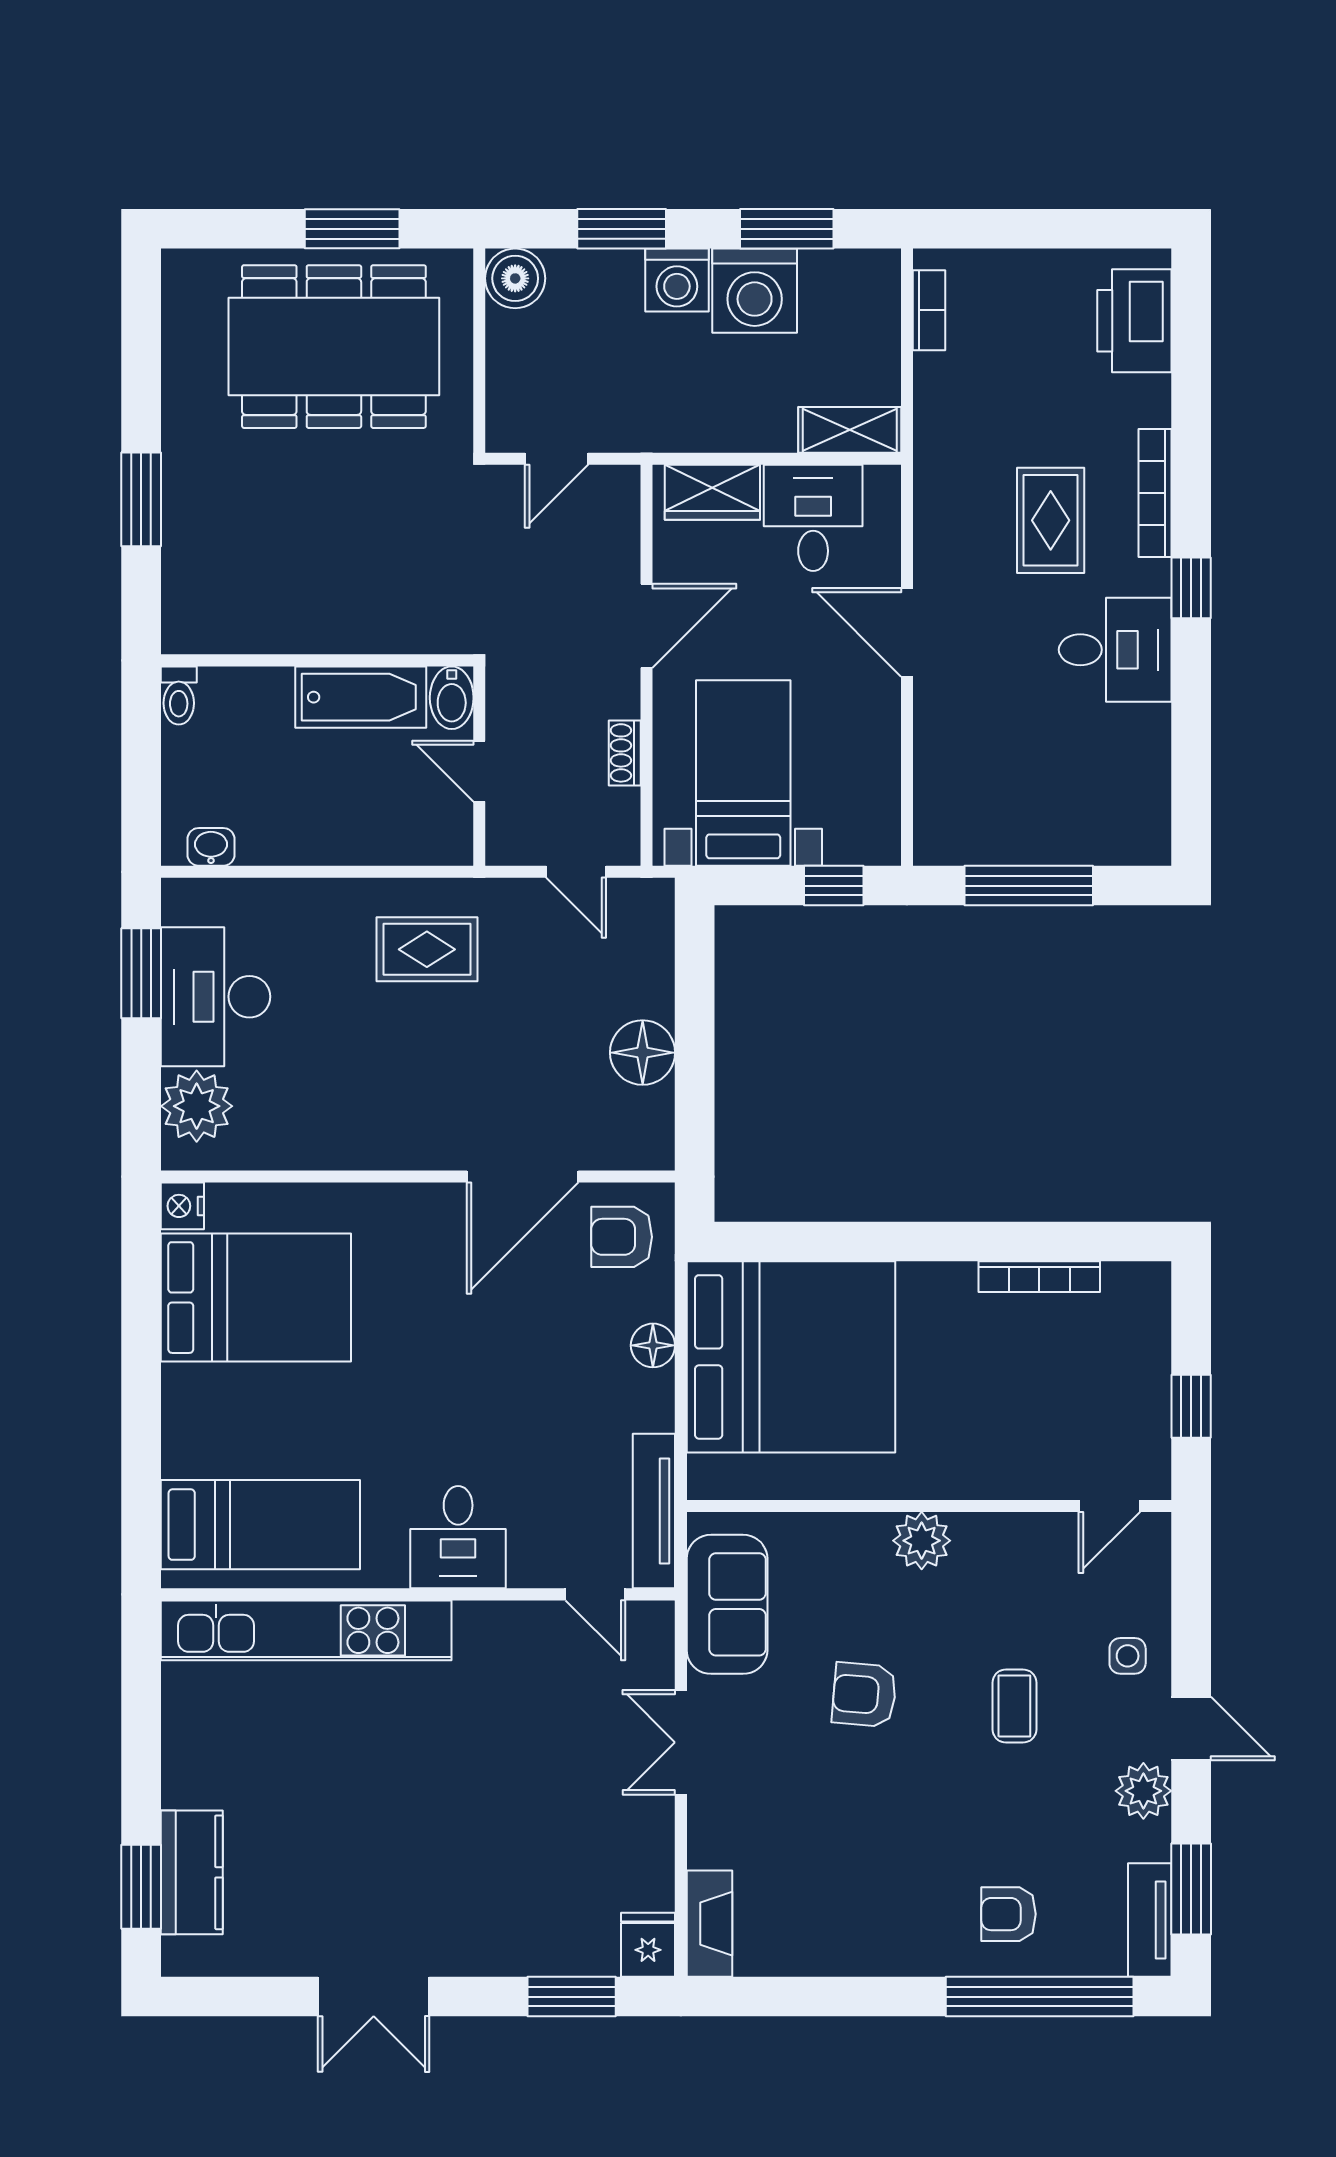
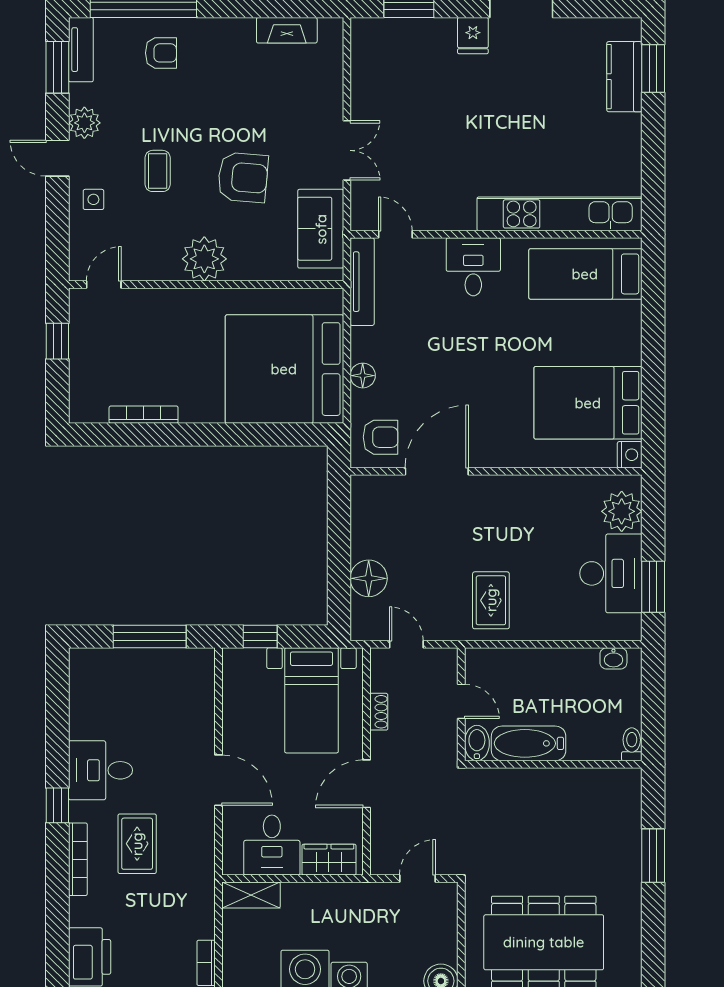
rug: (427, 949) -> (491, 600), turned 90
floor lamp: (643, 1053) -> (369, 578), moved
plant: (922, 1541) -> (204, 259), width x1.36, depth x1.36
armchair: (864, 1695) -> (243, 177), width x1.38, depth x1.38
fireplace: (710, 1924) -> (287, 30), moved, turned -90
fridge: (648, 1945) -> (473, 36), moved

